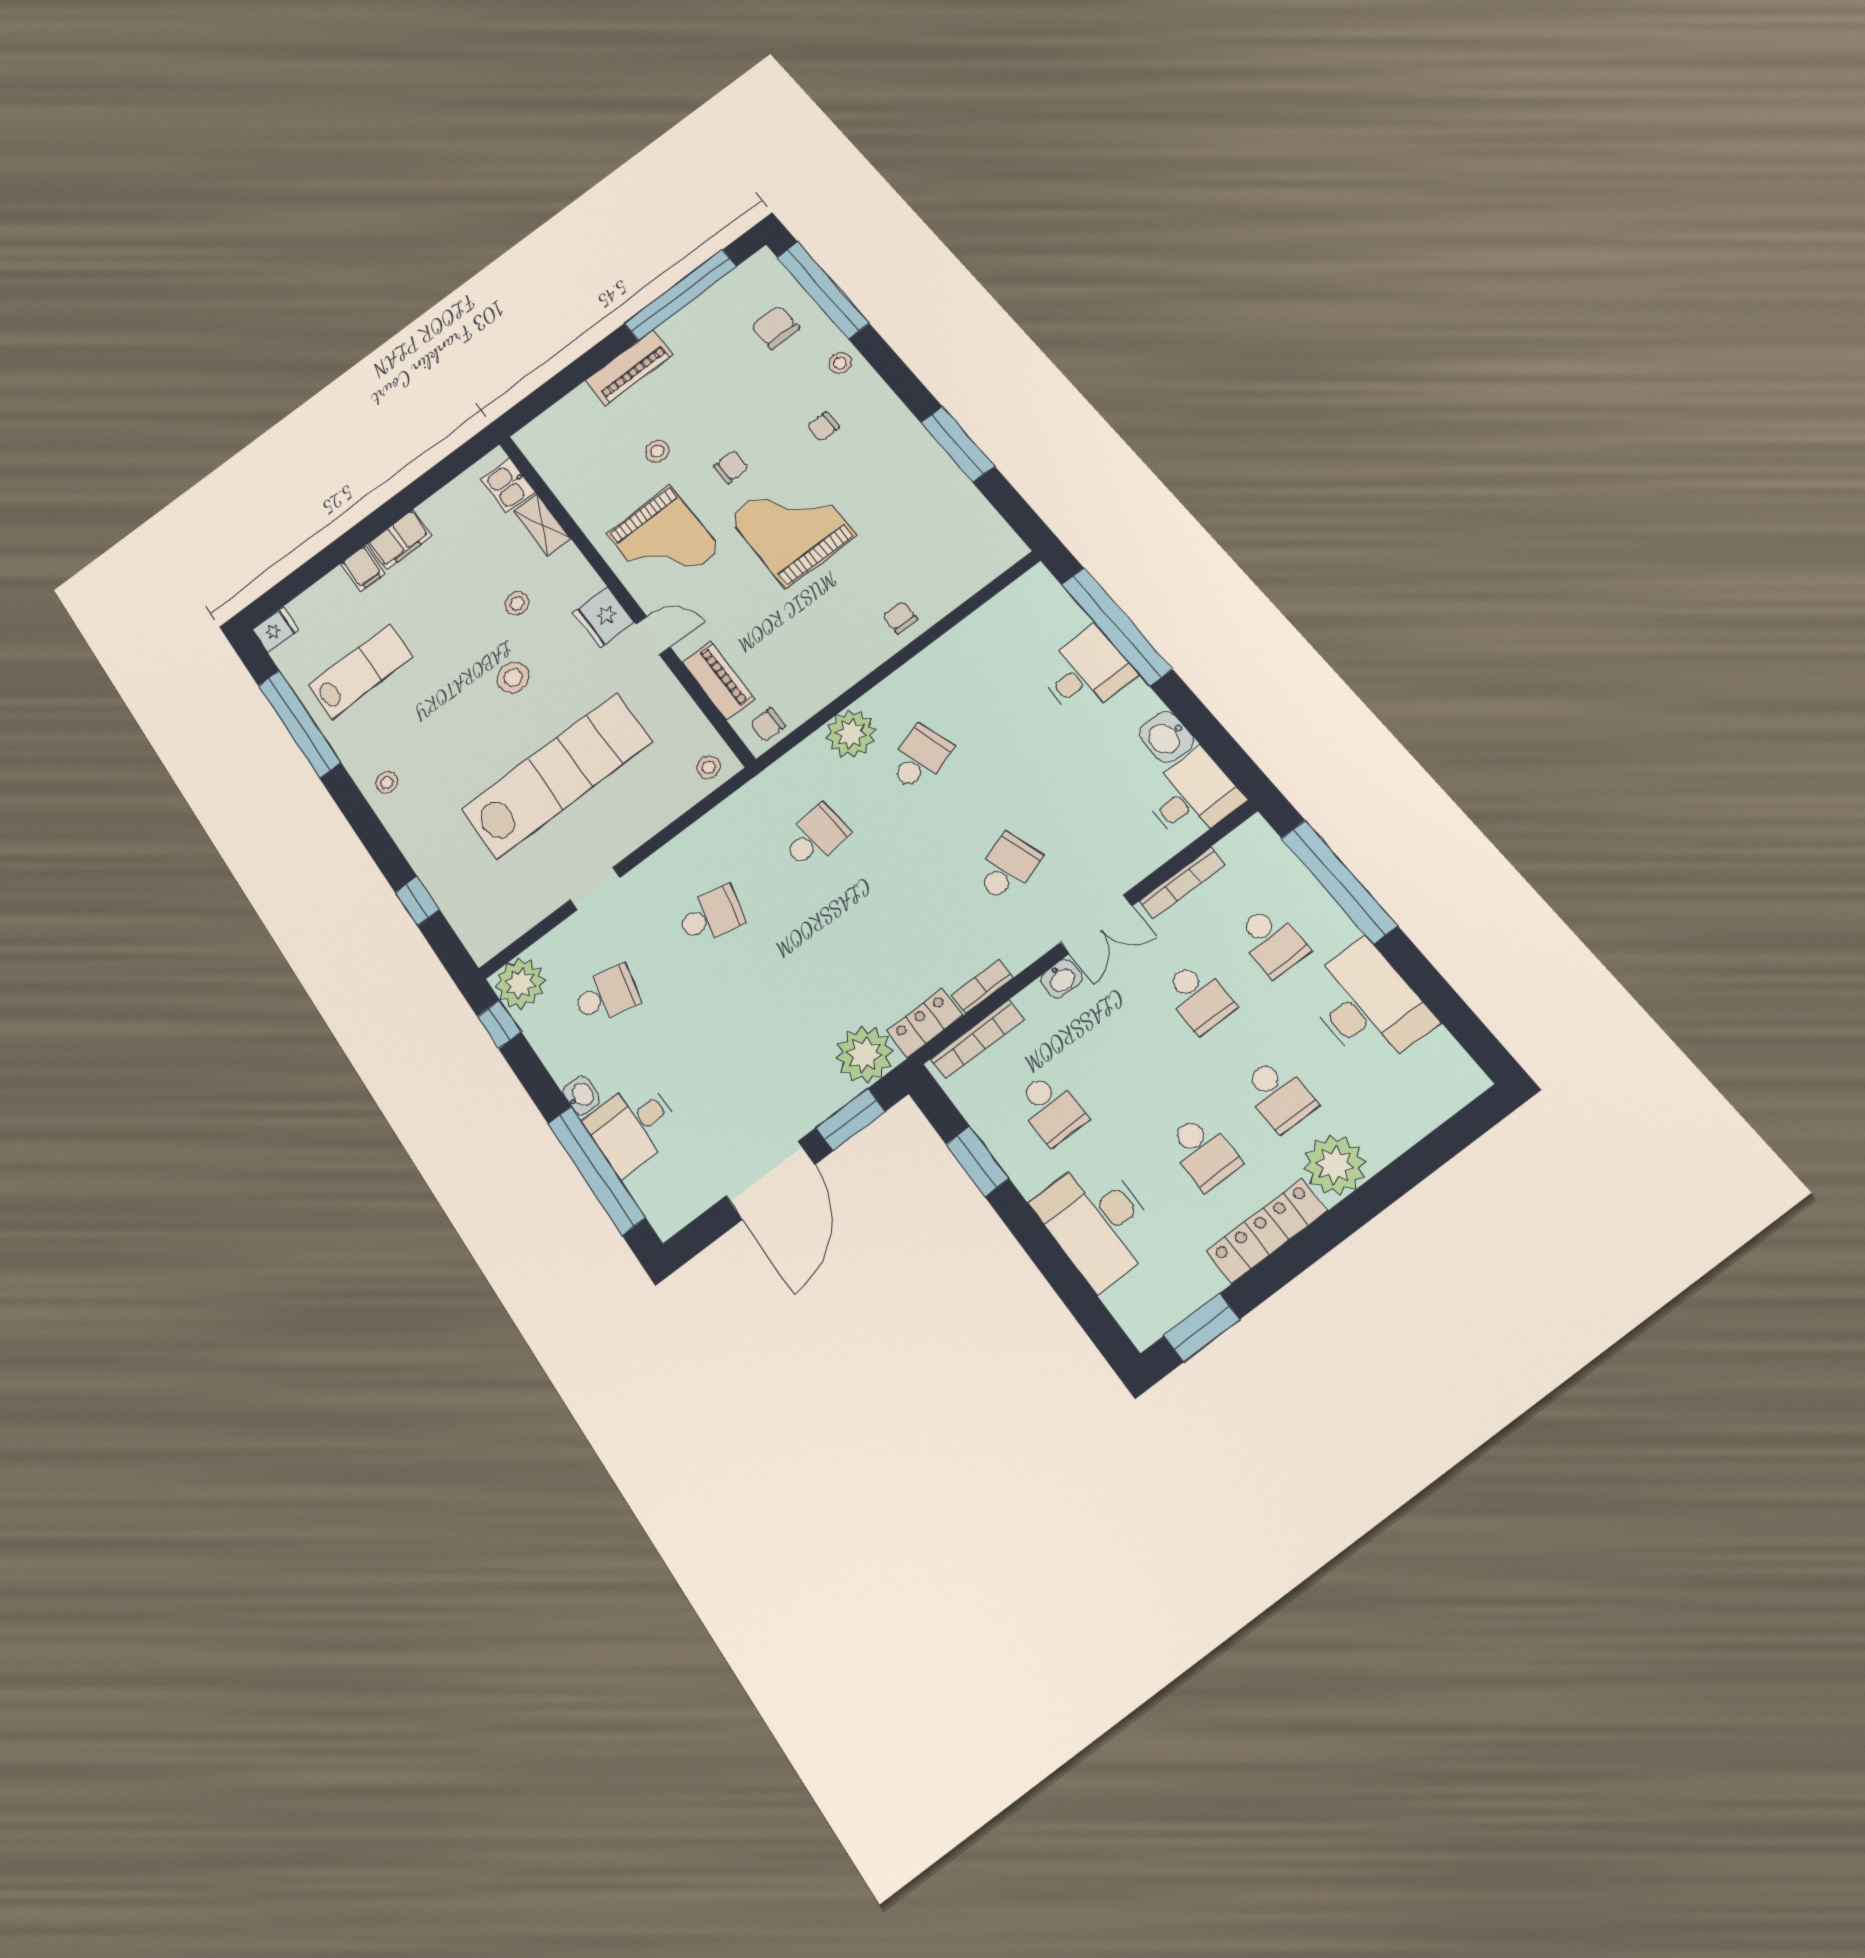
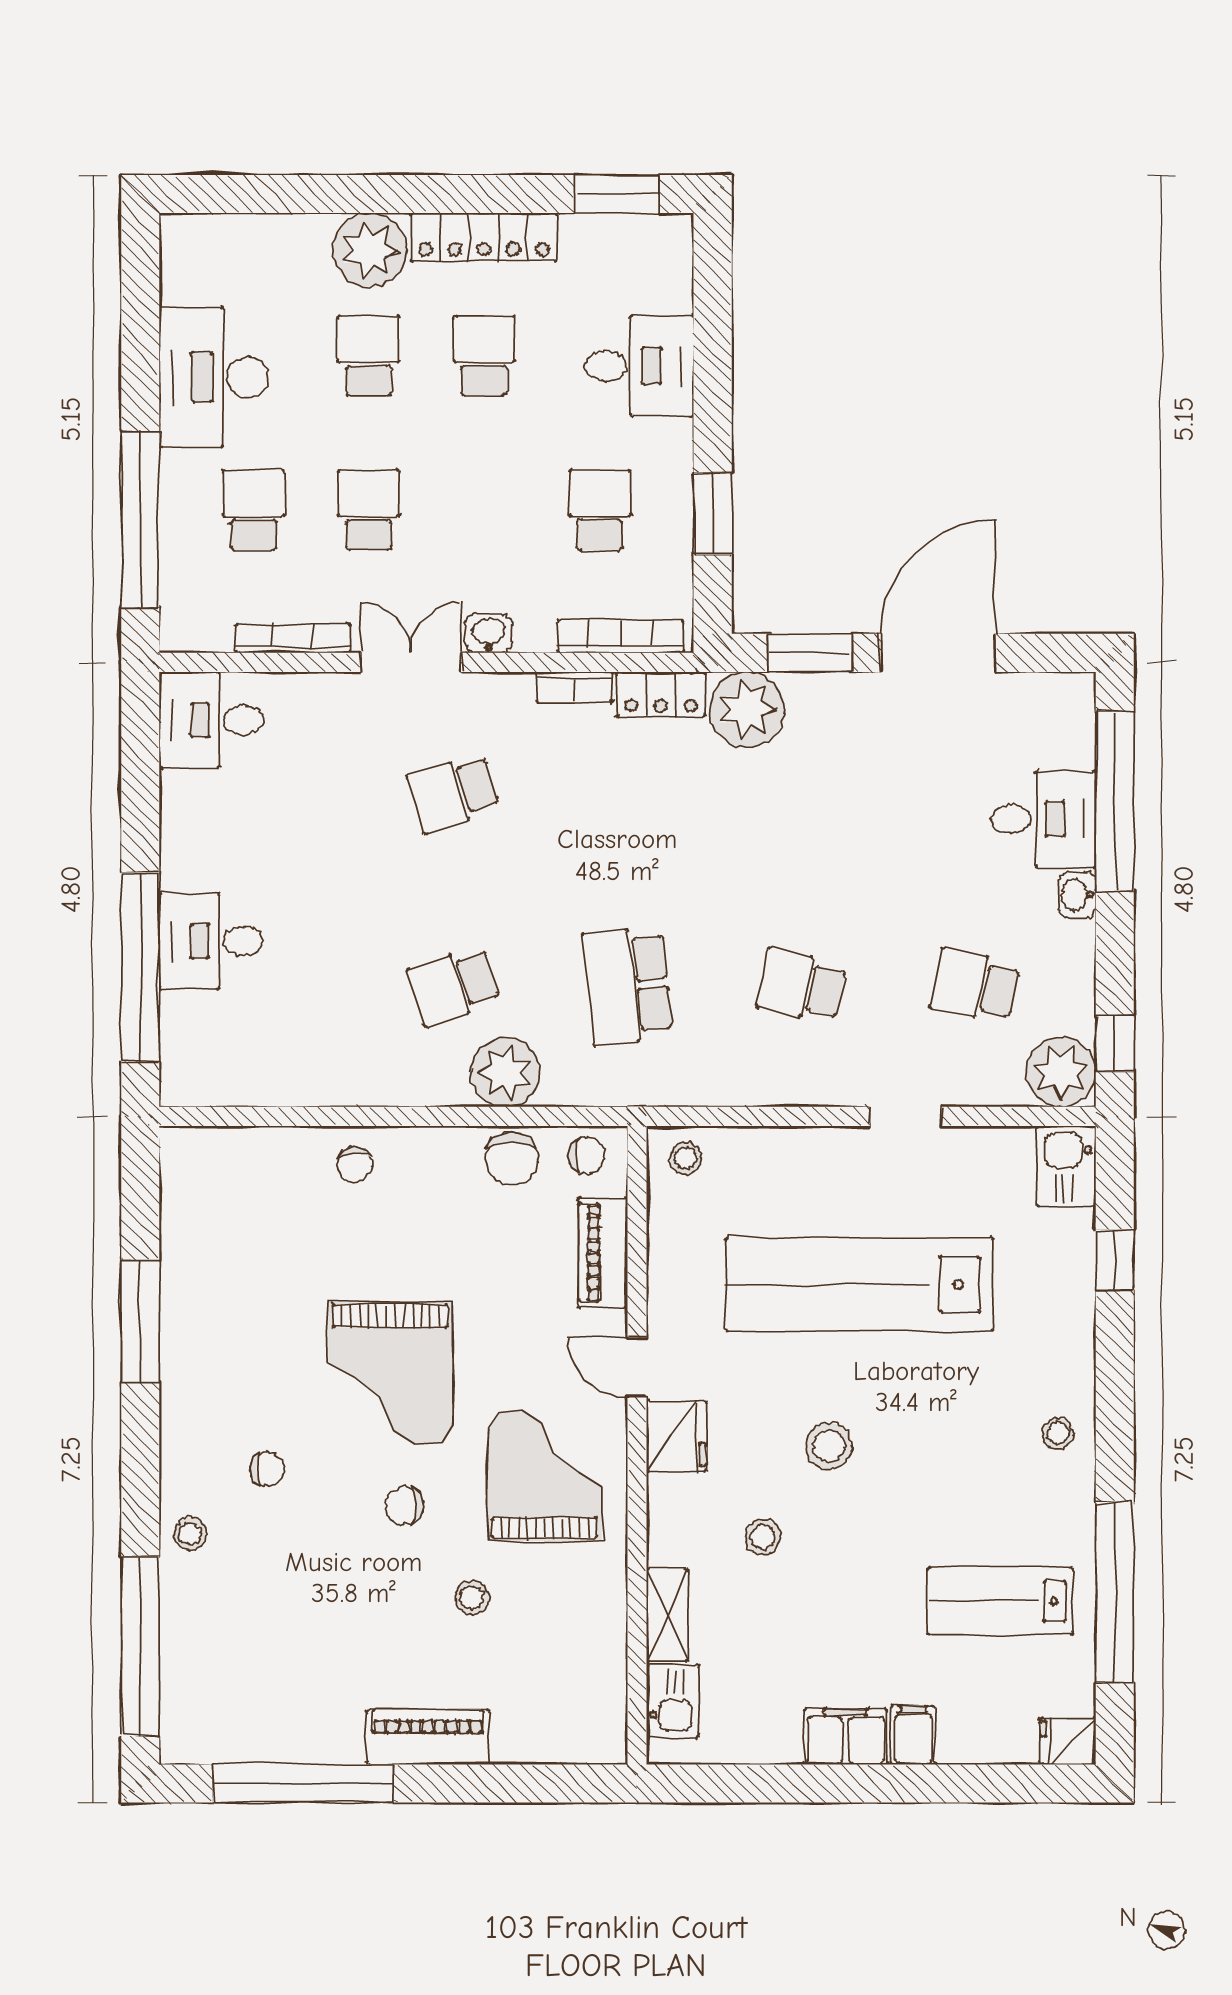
chair: (775, 327) -> (512, 1159), moved
washbasin: (1166, 737) -> (186, 804), removed
school desk: (815, 837) -> (628, 986), width x1.85
kitchen sink: (481, 932) -> (1066, 1166), added
desk: (1097, 1222) -> (639, 366), width x0.73

